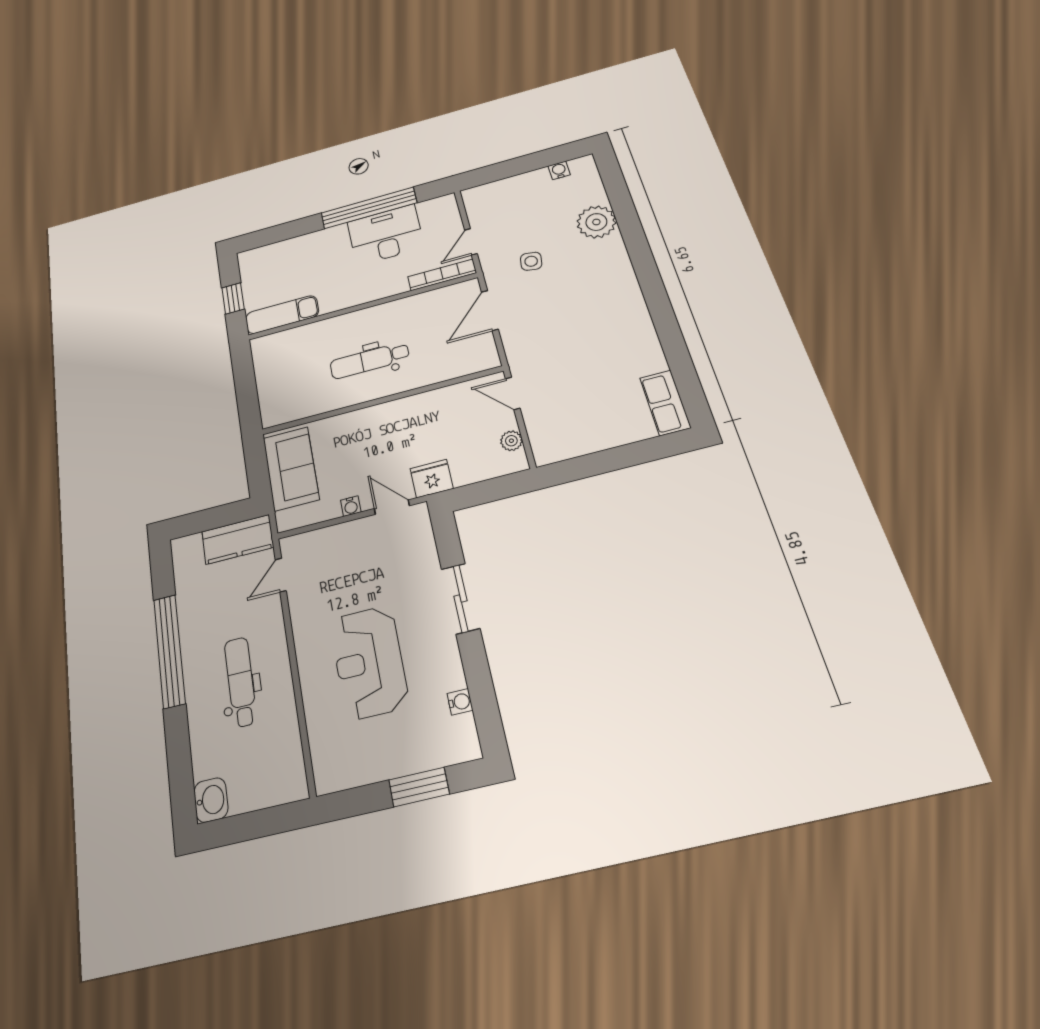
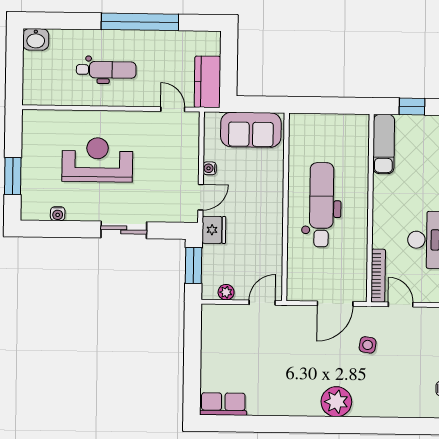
plant: (596, 222) -> (336, 402), moved
door: (490, 310) -> (335, 304), swing flipped
dental chair: (370, 360) -> (321, 205), width x1.36, depth x1.38
window: (486, 491) -> (194, 265), added

